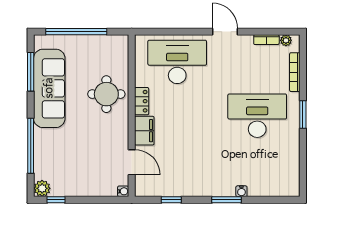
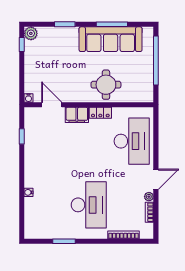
plant: (286, 40) -> (149, 197), moved
window: (31, 72) -> (112, 24), moved
window: (303, 114) -> (64, 241), moved
window: (31, 146) -> (65, 24), width x0.47
door: (132, 162) -> (52, 105), swing flipped
window: (227, 200) -> (22, 180), removed

